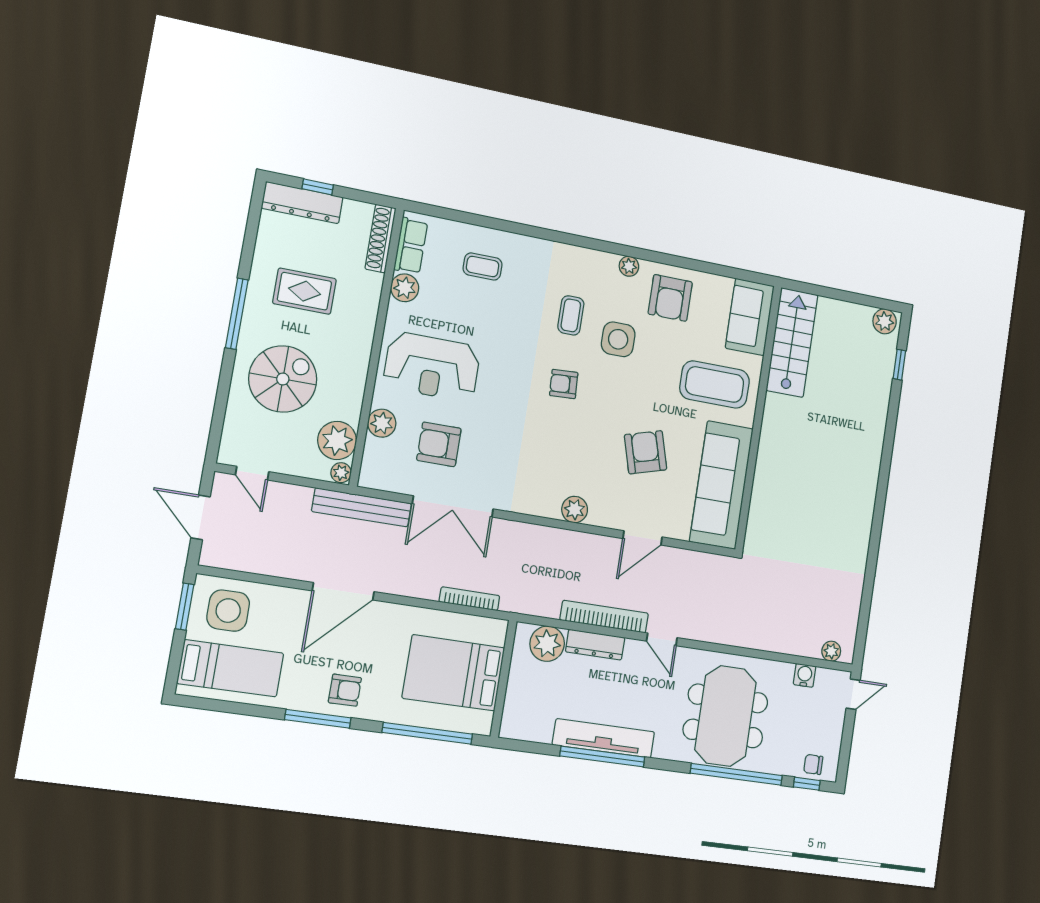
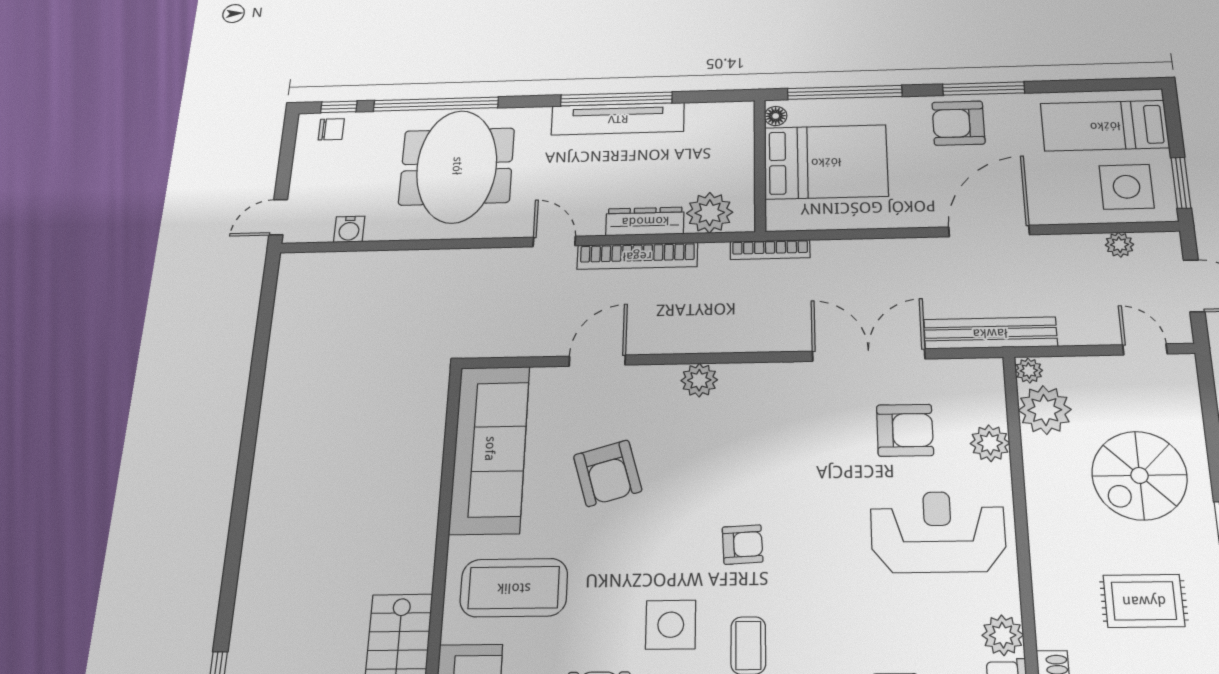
bookcase: (469, 599) -> (770, 250), moved
plant: (831, 651) -> (1119, 245), moved
armchair: (345, 690) -> (958, 123), width x1.38, depth x1.38
floor lamp: (484, 721) -> (776, 116), added

